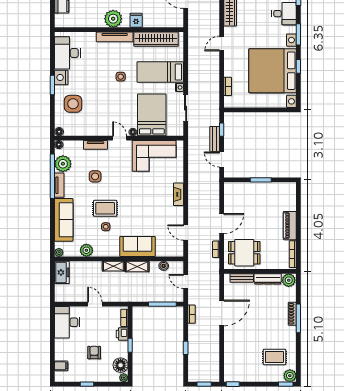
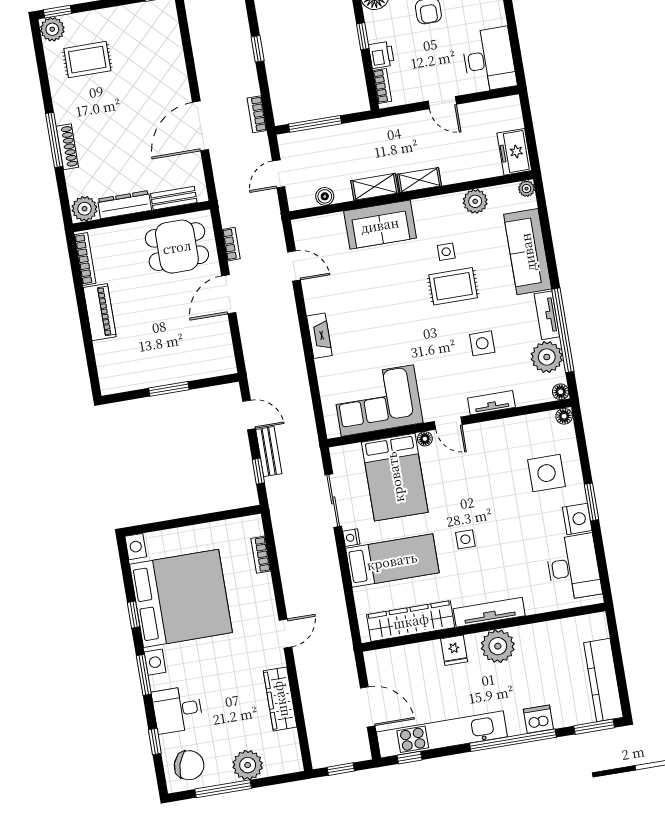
door: (186, 281) -> (279, 174), swing flipped

